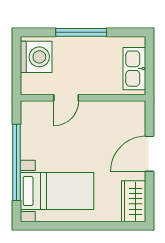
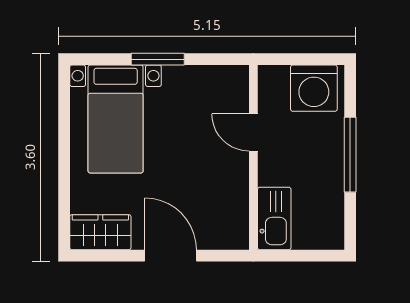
kitchen sink: (134, 69) -> (274, 219), moved, turned 90
window: (17, 162) -> (158, 59), width x0.47

